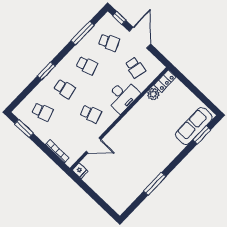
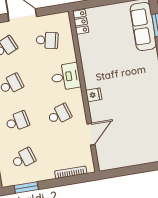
plant: (153, 94) -> (85, 42), removed
desk: (123, 96) -> (66, 77), width x0.73
fridge: (80, 171) -> (94, 95), moved

